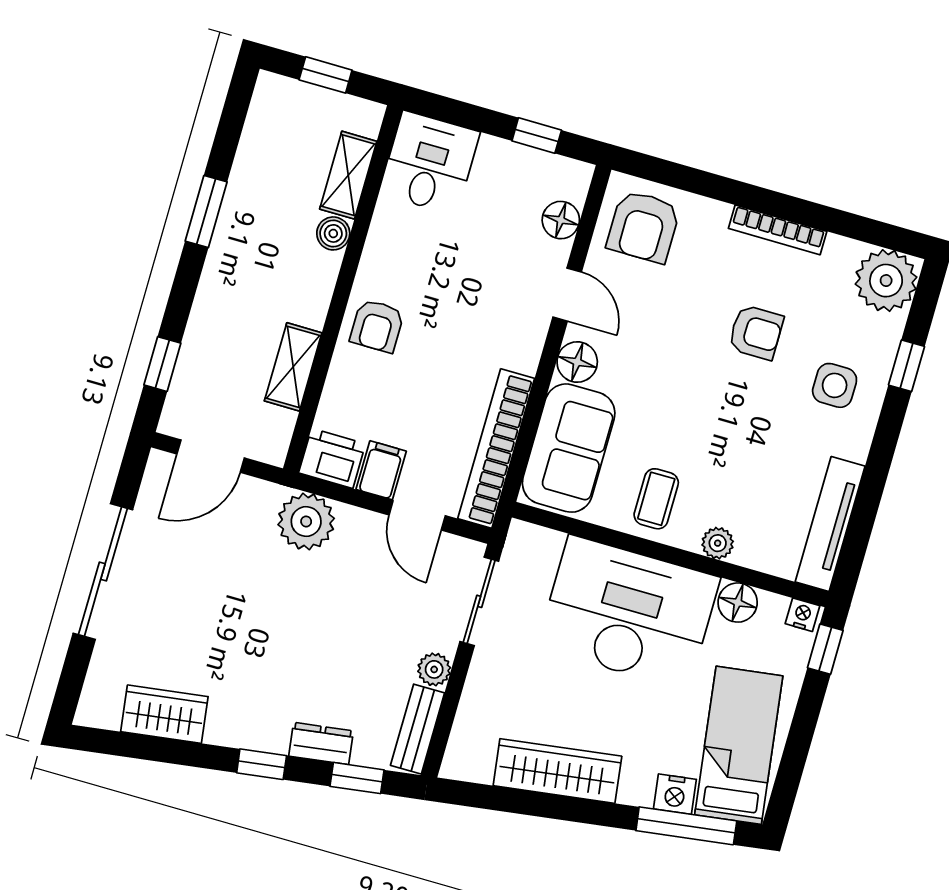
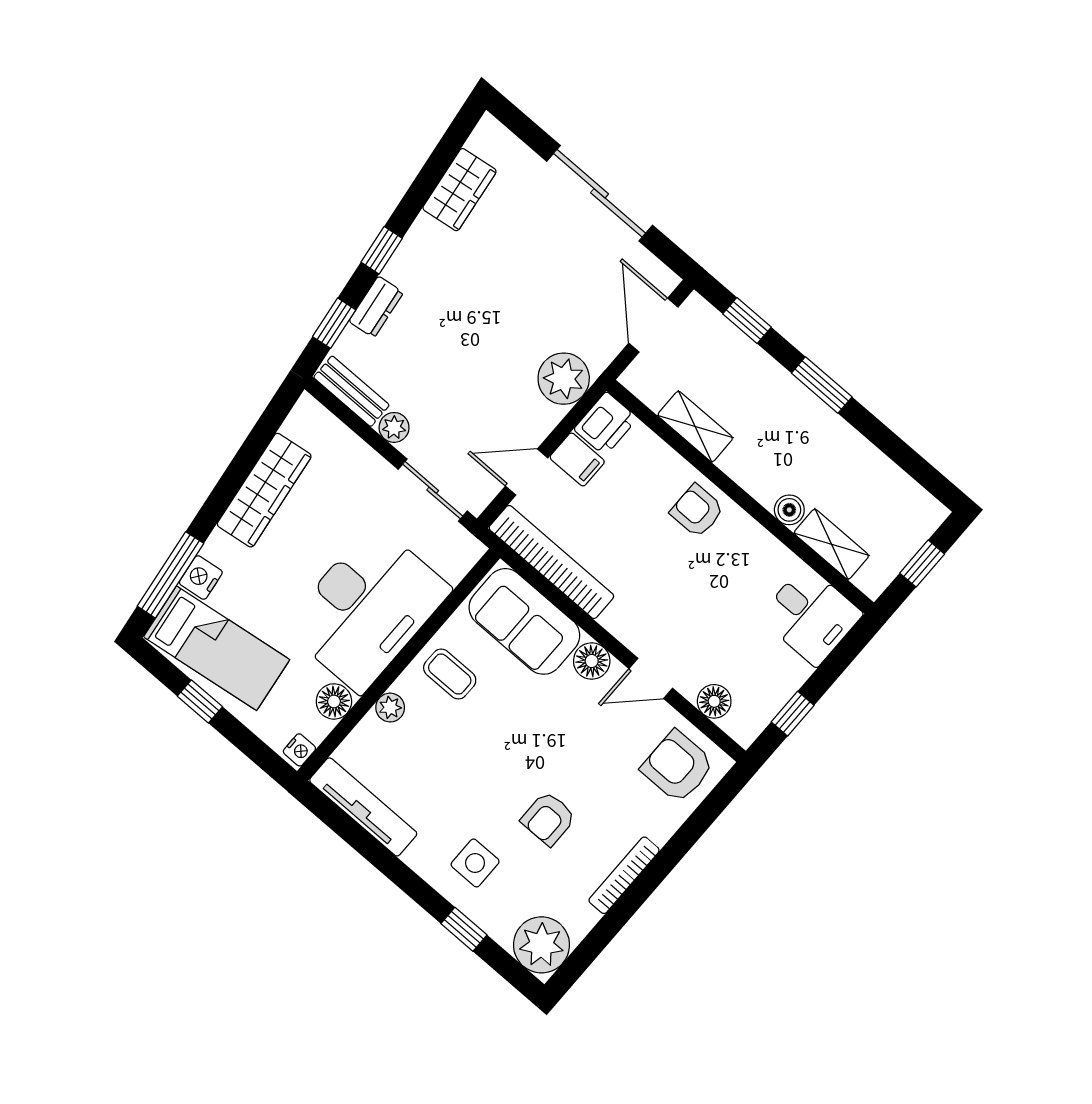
window: (206, 211) -> (822, 385), moved
window: (825, 649) -> (200, 701), moved

